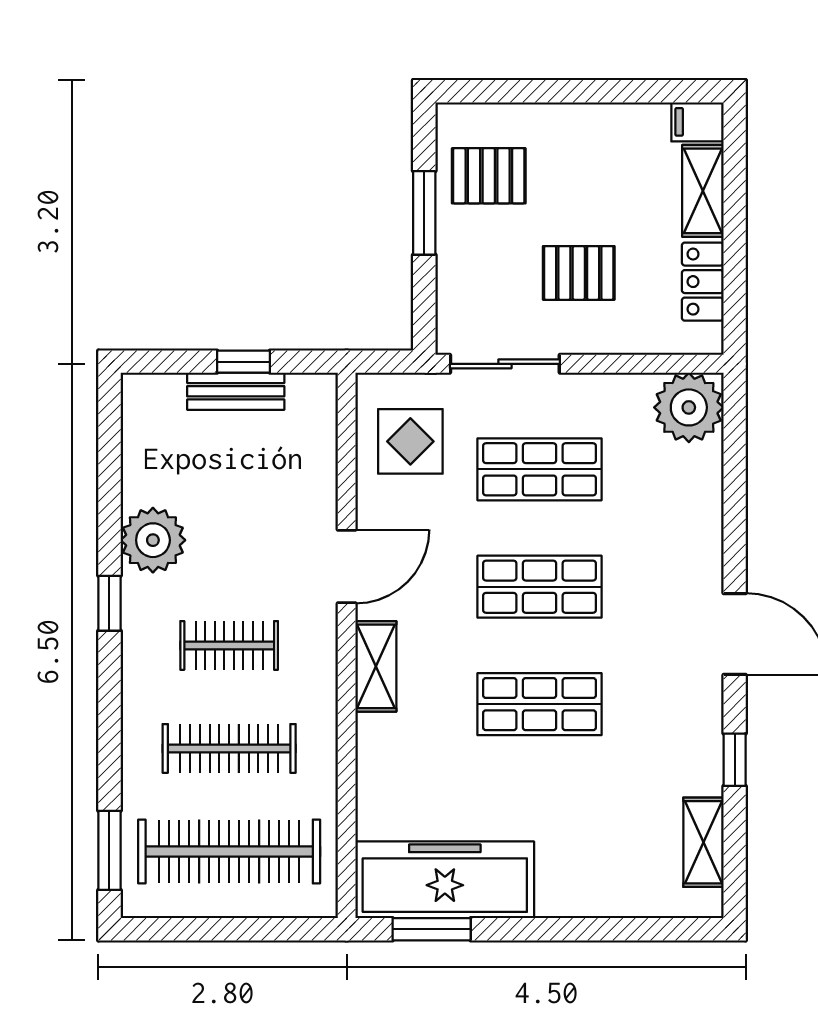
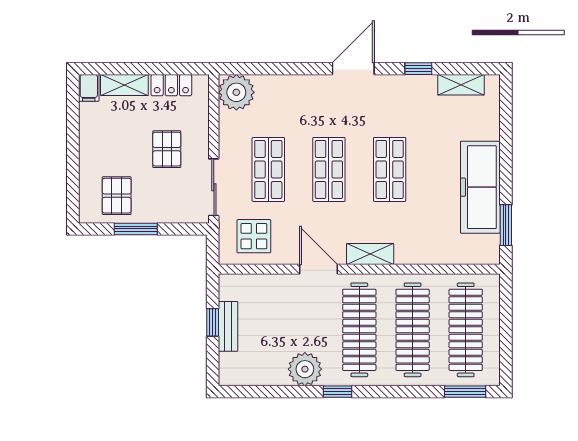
clothes rail: (229, 645) -> (359, 330), width x1.86, depth x1.31
clothes rail: (229, 748) -> (413, 330), width x1.37, depth x1.31
freezer: (445, 880) -> (480, 187), moved

